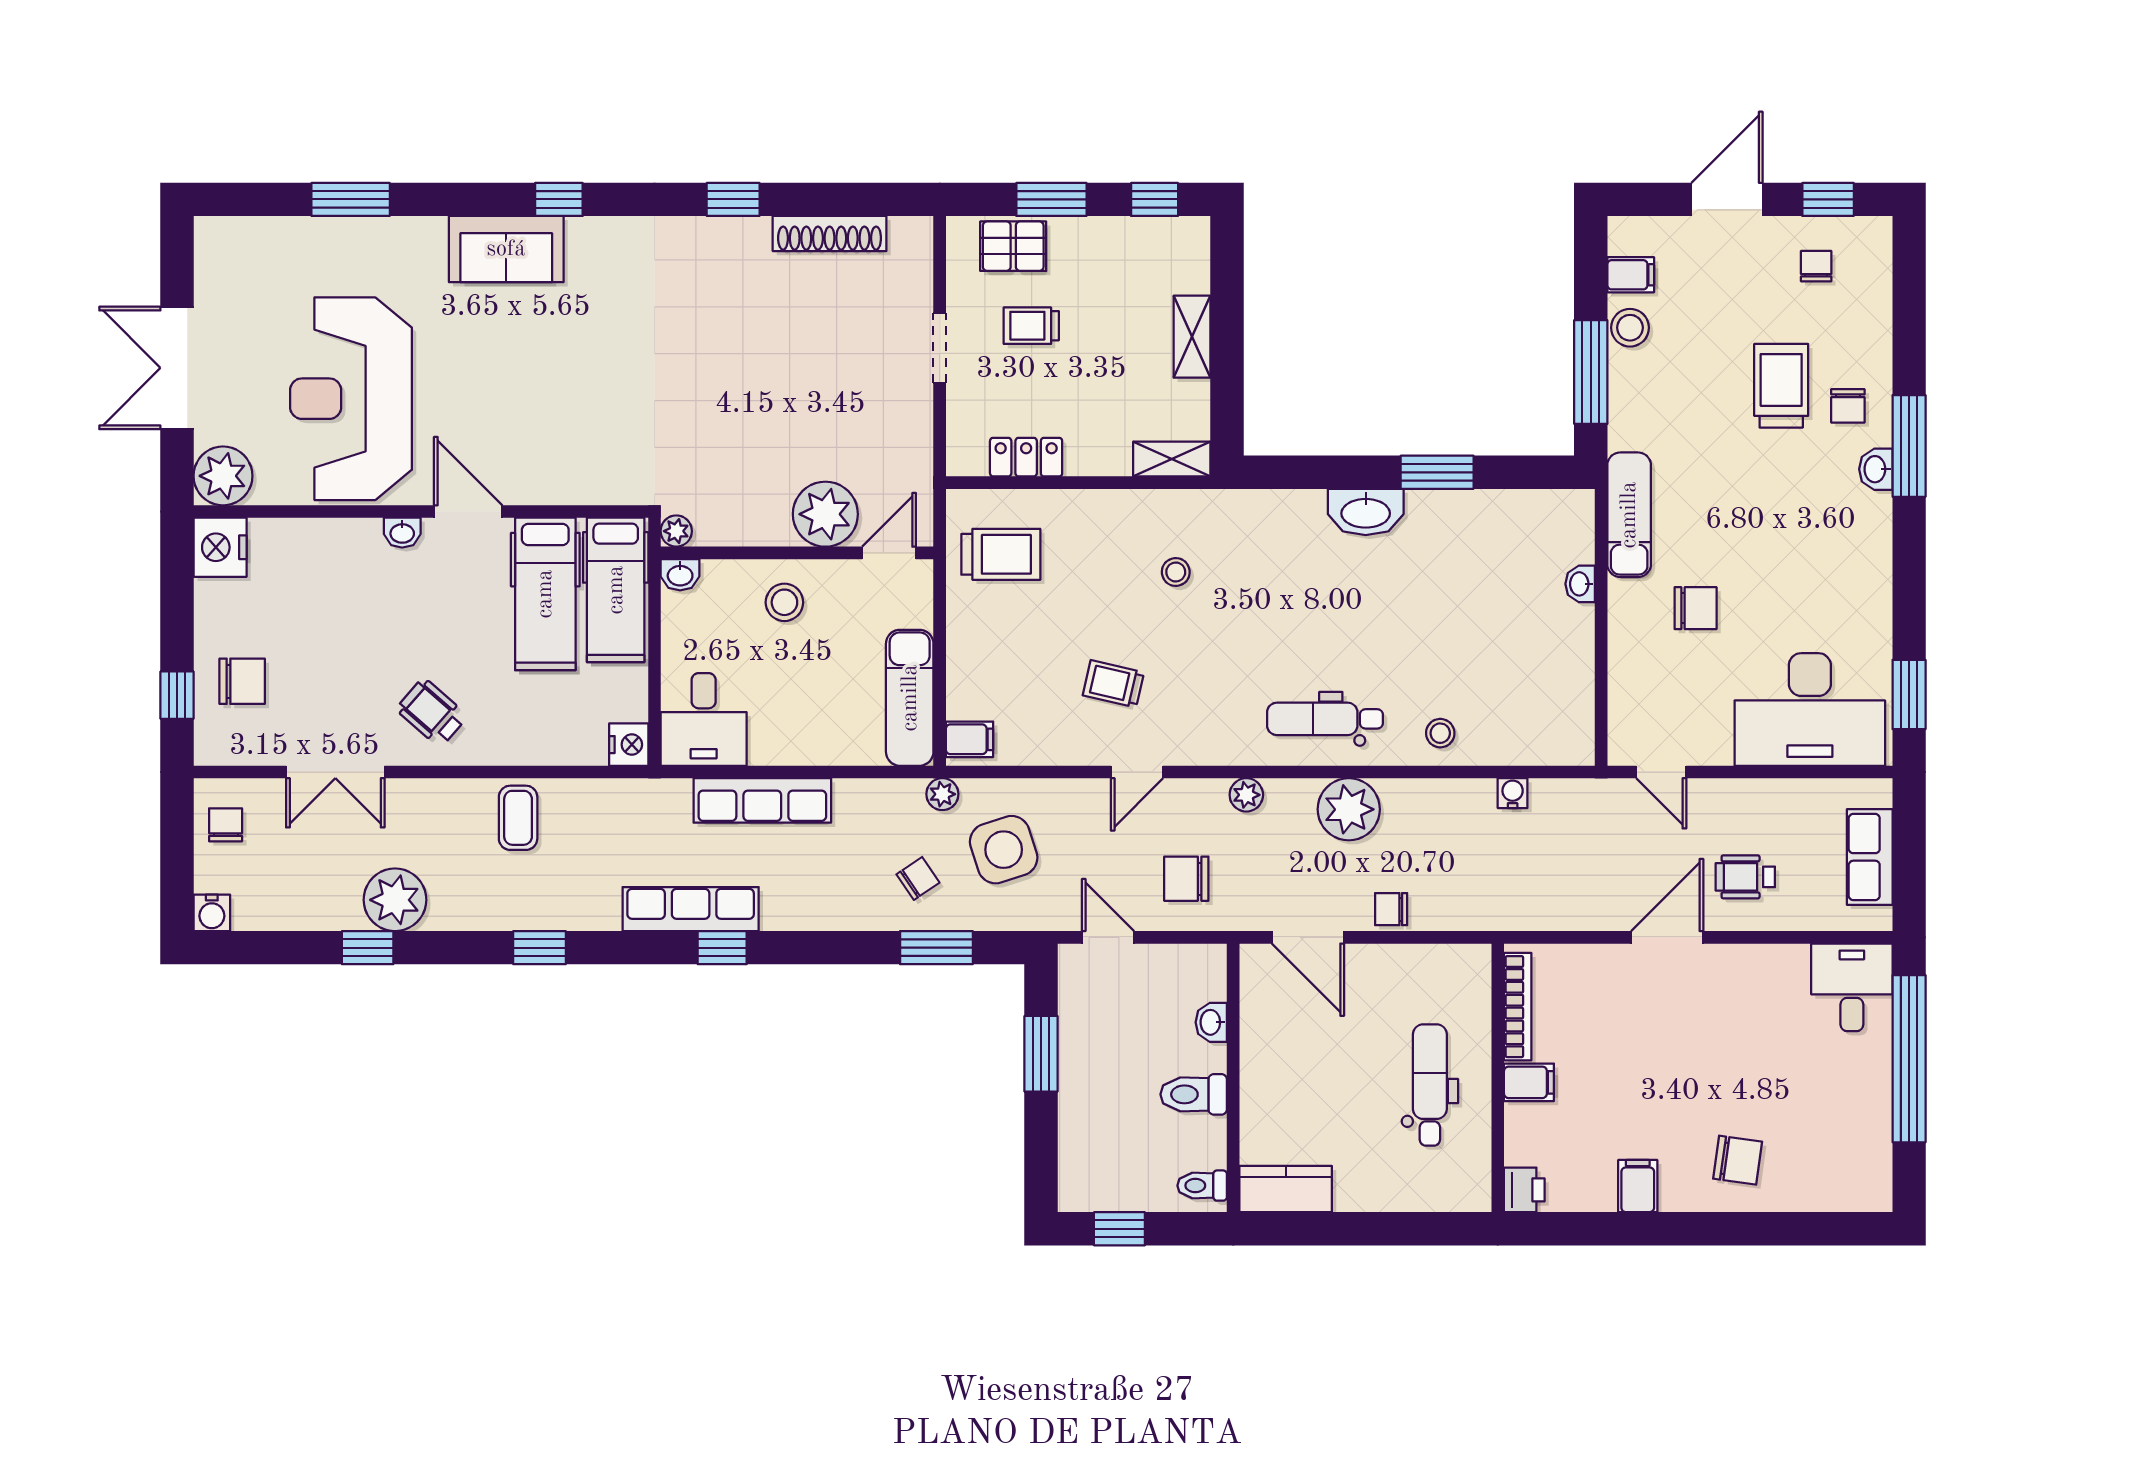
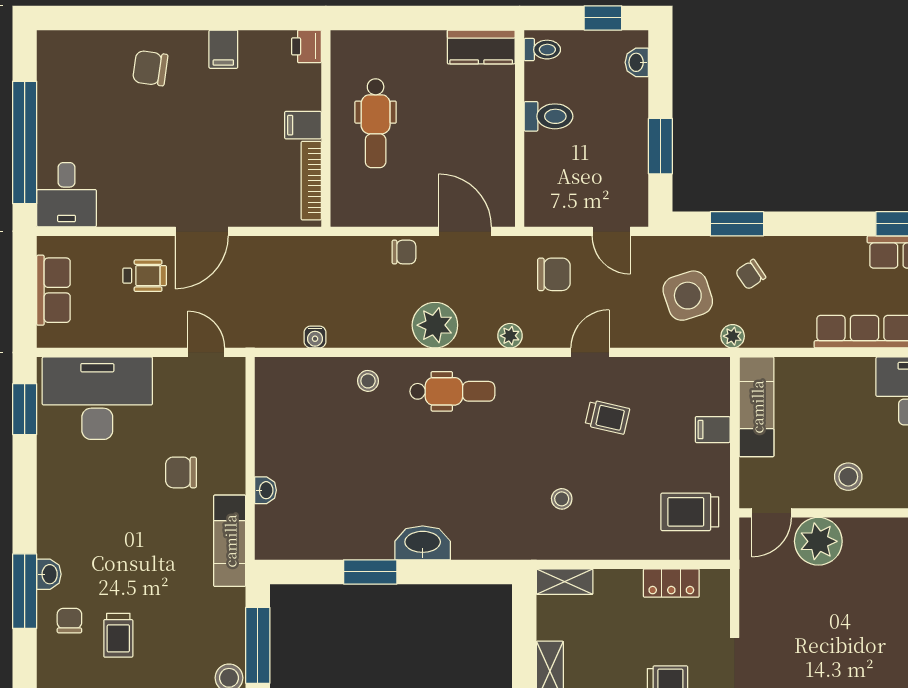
trolley: (1781, 386) -> (118, 635), width x0.73, depth x0.72
filing cabinet: (970, 739) -> (713, 430), moved
washbasin: (1211, 1022) -> (637, 62), moved, turned 180

